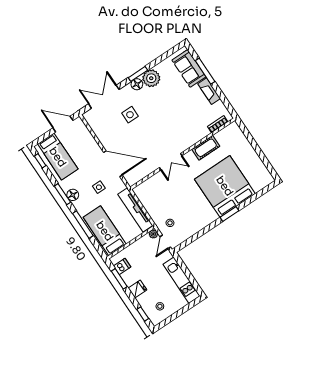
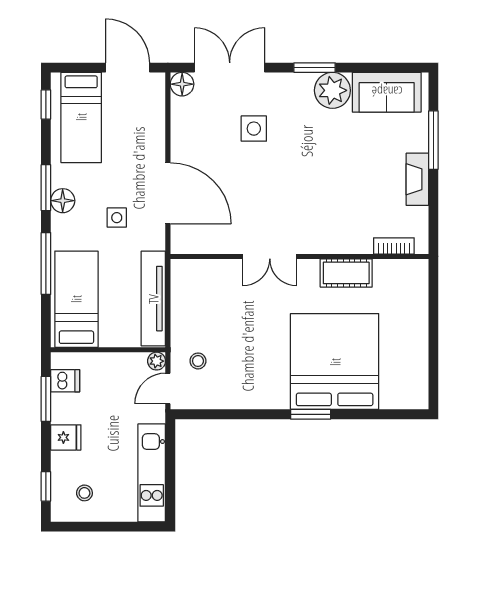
sofa: (189, 68) -> (387, 92), moved, turned -90
floor lamp: (137, 84) -> (182, 84), moved

